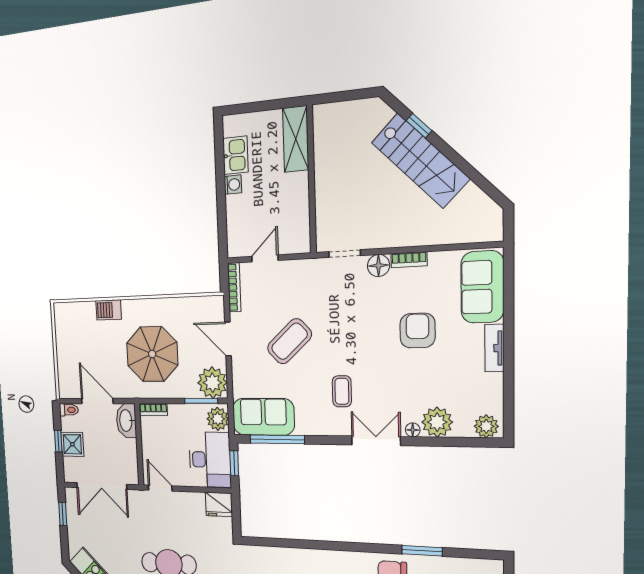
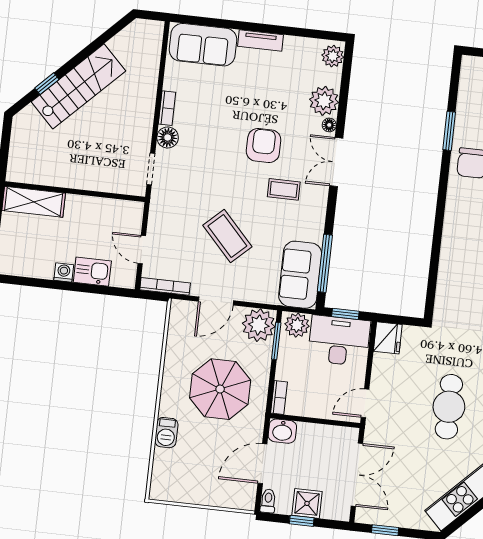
kitchen sink: (235, 155) -> (92, 272), moved
armchair: (418, 331) -> (264, 146), moved, turned 90
washbasin: (126, 421) -> (282, 431), width x0.72

